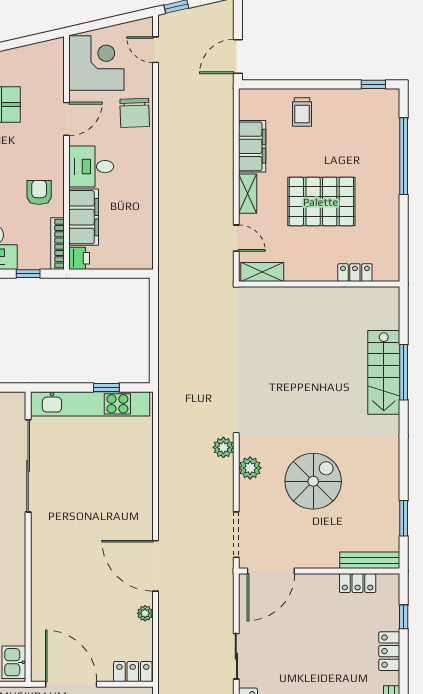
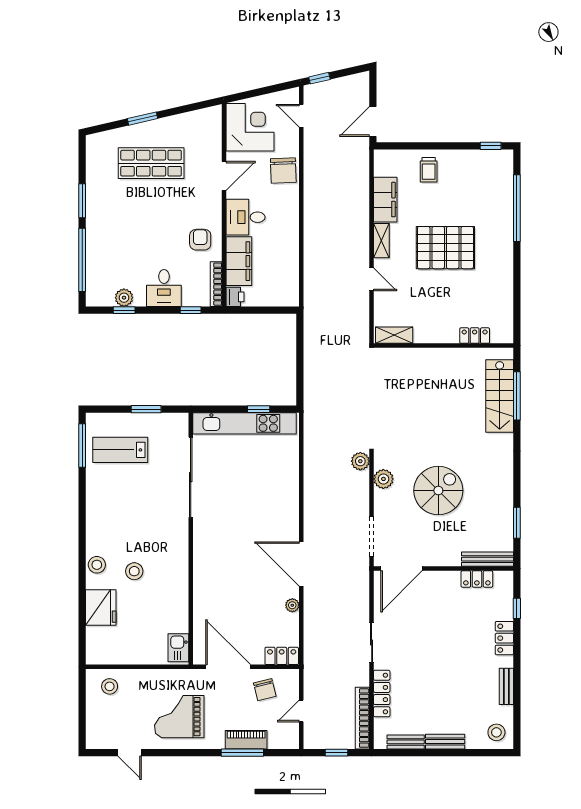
shelving: (262, 272) -> (394, 335), moved
locker: (355, 273) -> (475, 336), moved
wall: (319, 284) -> (444, 346), moved

